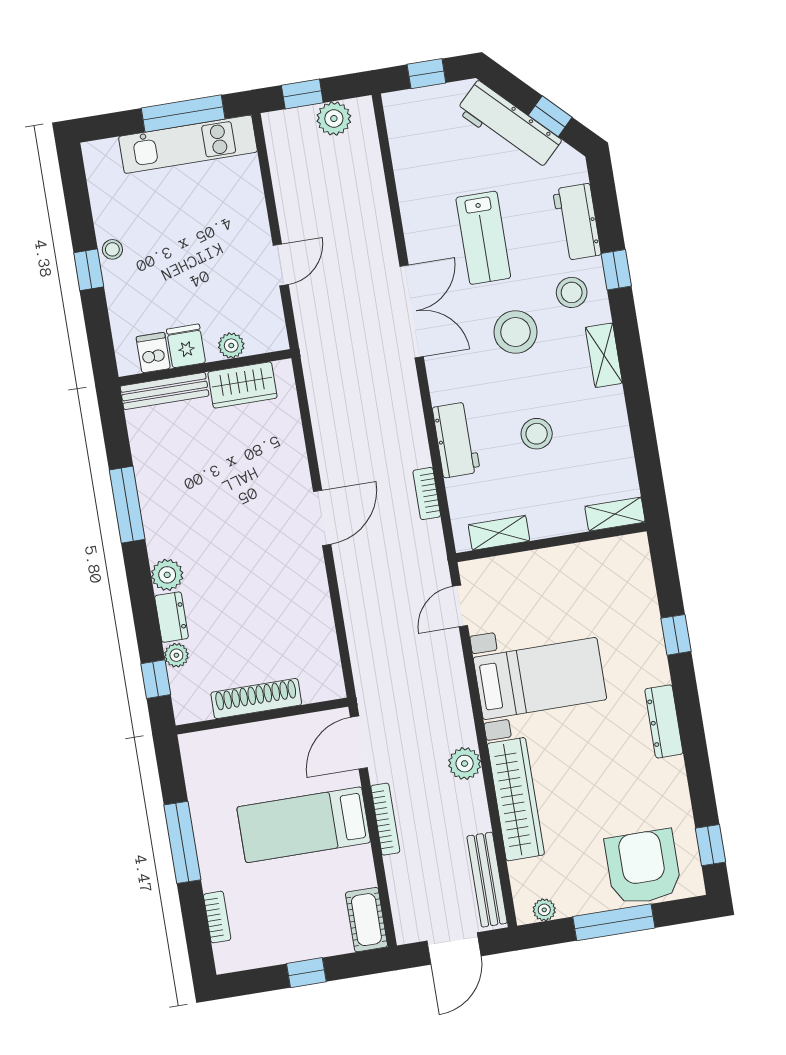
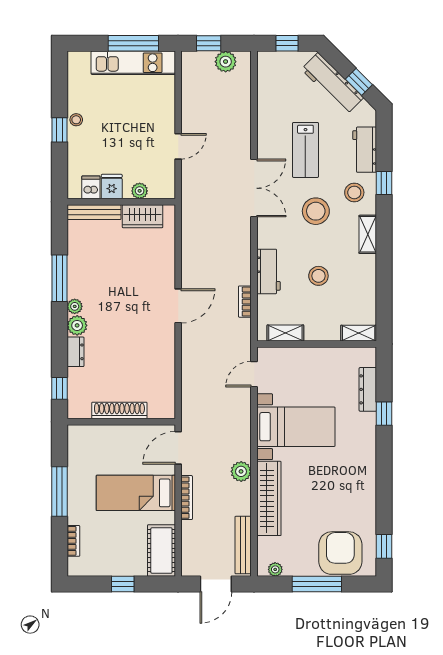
plant: (176, 655) -> (75, 306), moved
dresser: (664, 721) -> (368, 389), moved
cot: (366, 920) -> (161, 551), width x1.37, depth x1.34

